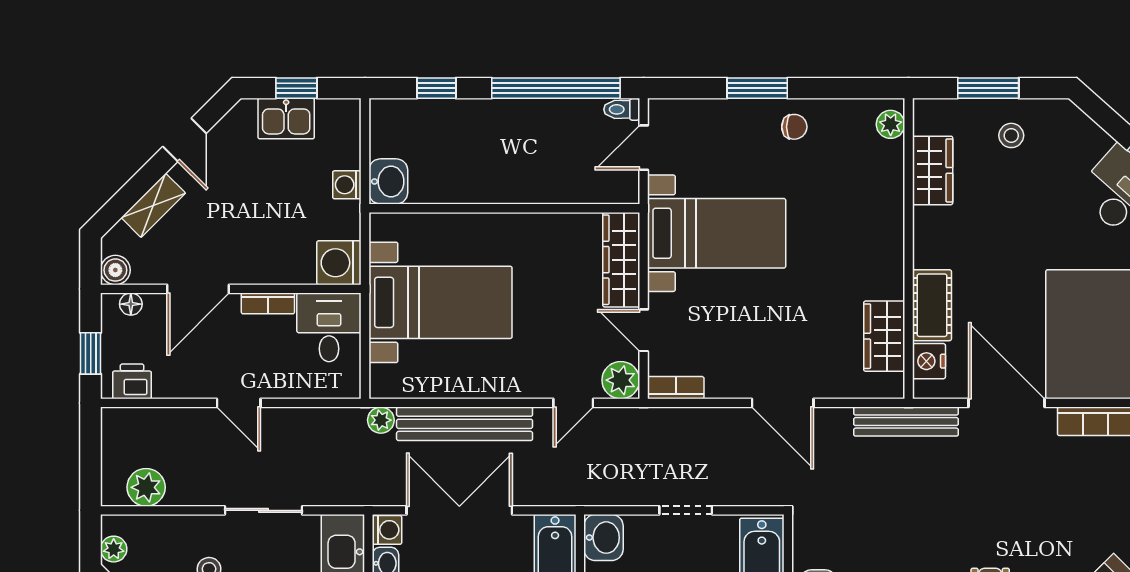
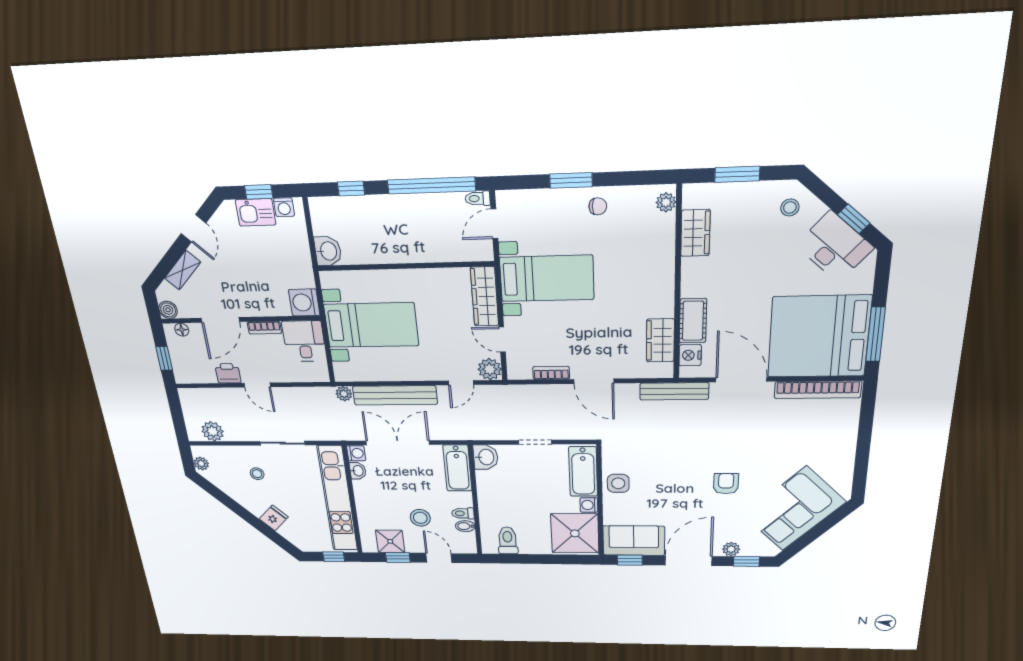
stool: (1011, 135) -> (790, 207), moved
washing machine: (347, 185) -> (284, 207), moved, turned -90
printer: (132, 381) -> (228, 373), moved
bookcase: (676, 388) -> (551, 373), moved

